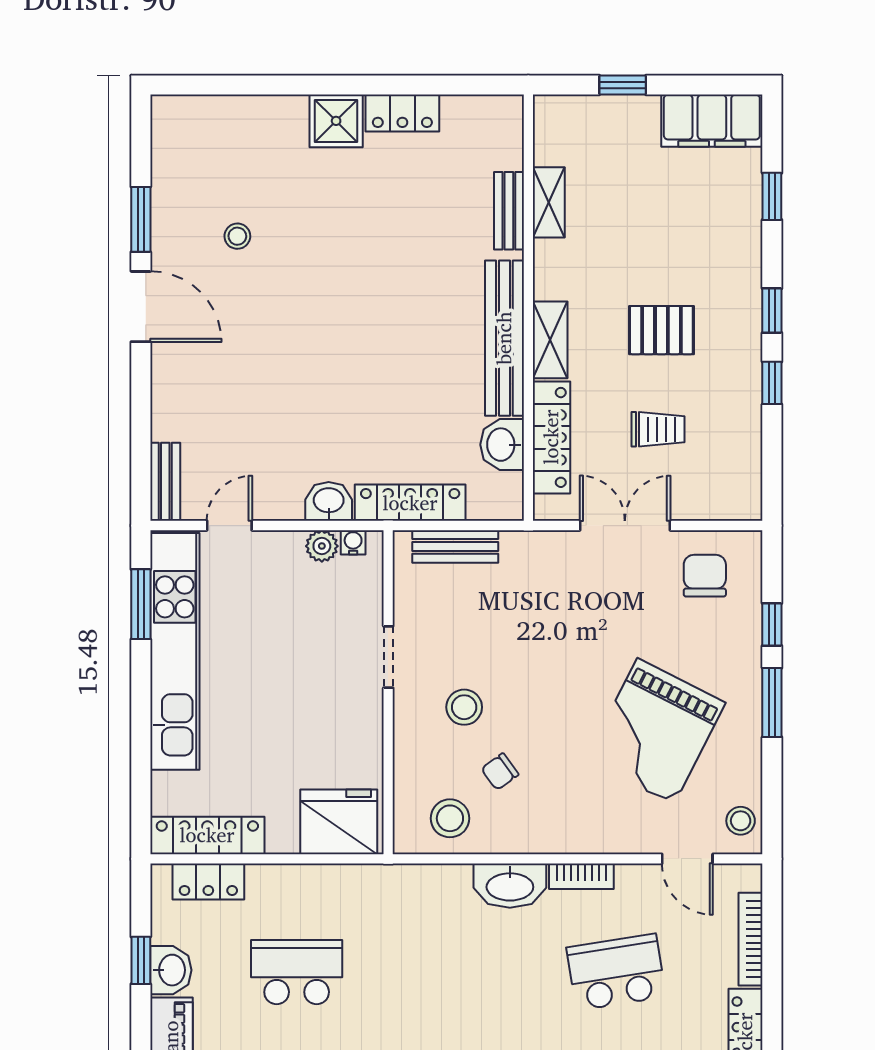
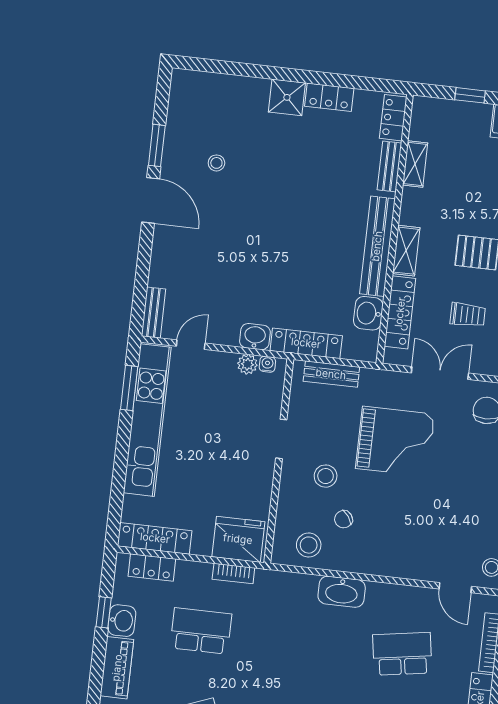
locker: (506, 134) -> (393, 118), added
grand piano: (656, 731) -> (395, 441), moved, turned -117
bookcase: (581, 876) -> (233, 573), moved

